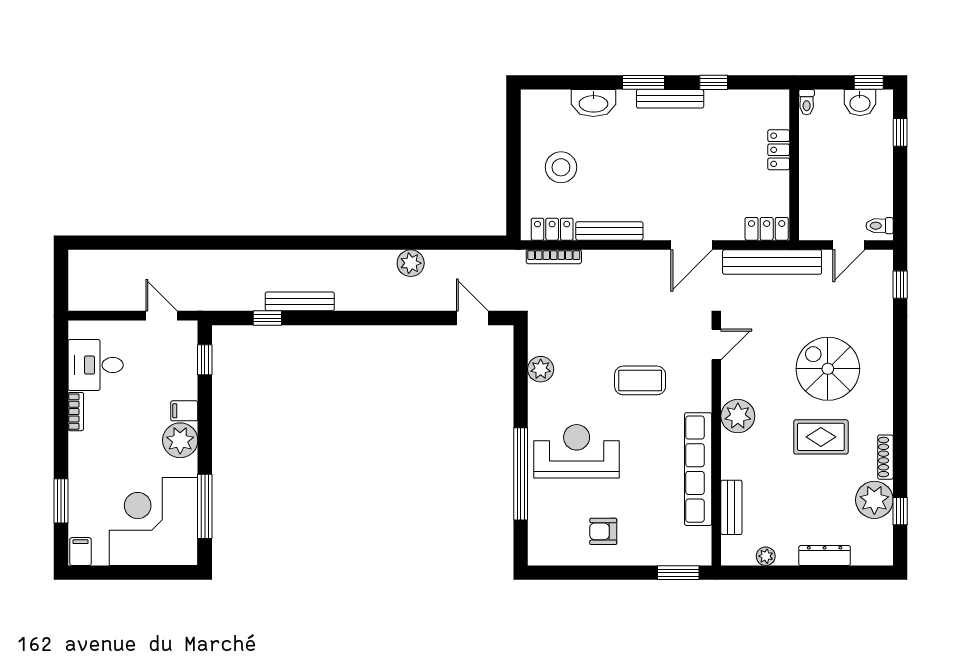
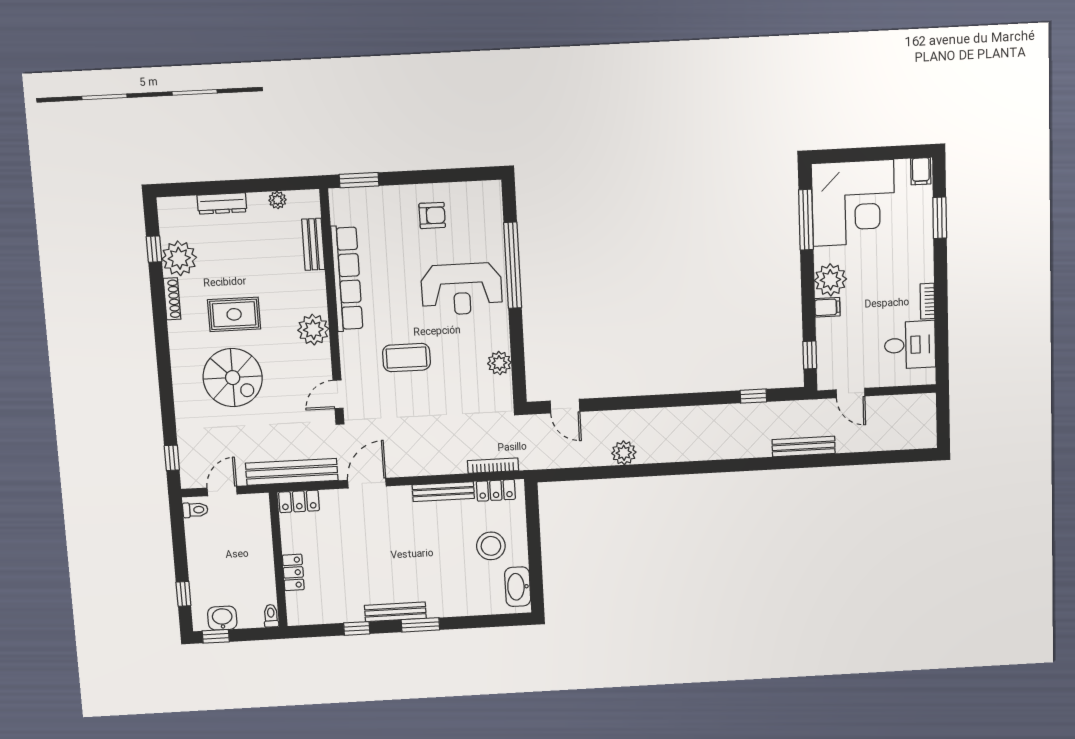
washbasin: (593, 103) -> (518, 587), moved, turned -90
bench: (300, 301) -> (804, 446), moved

